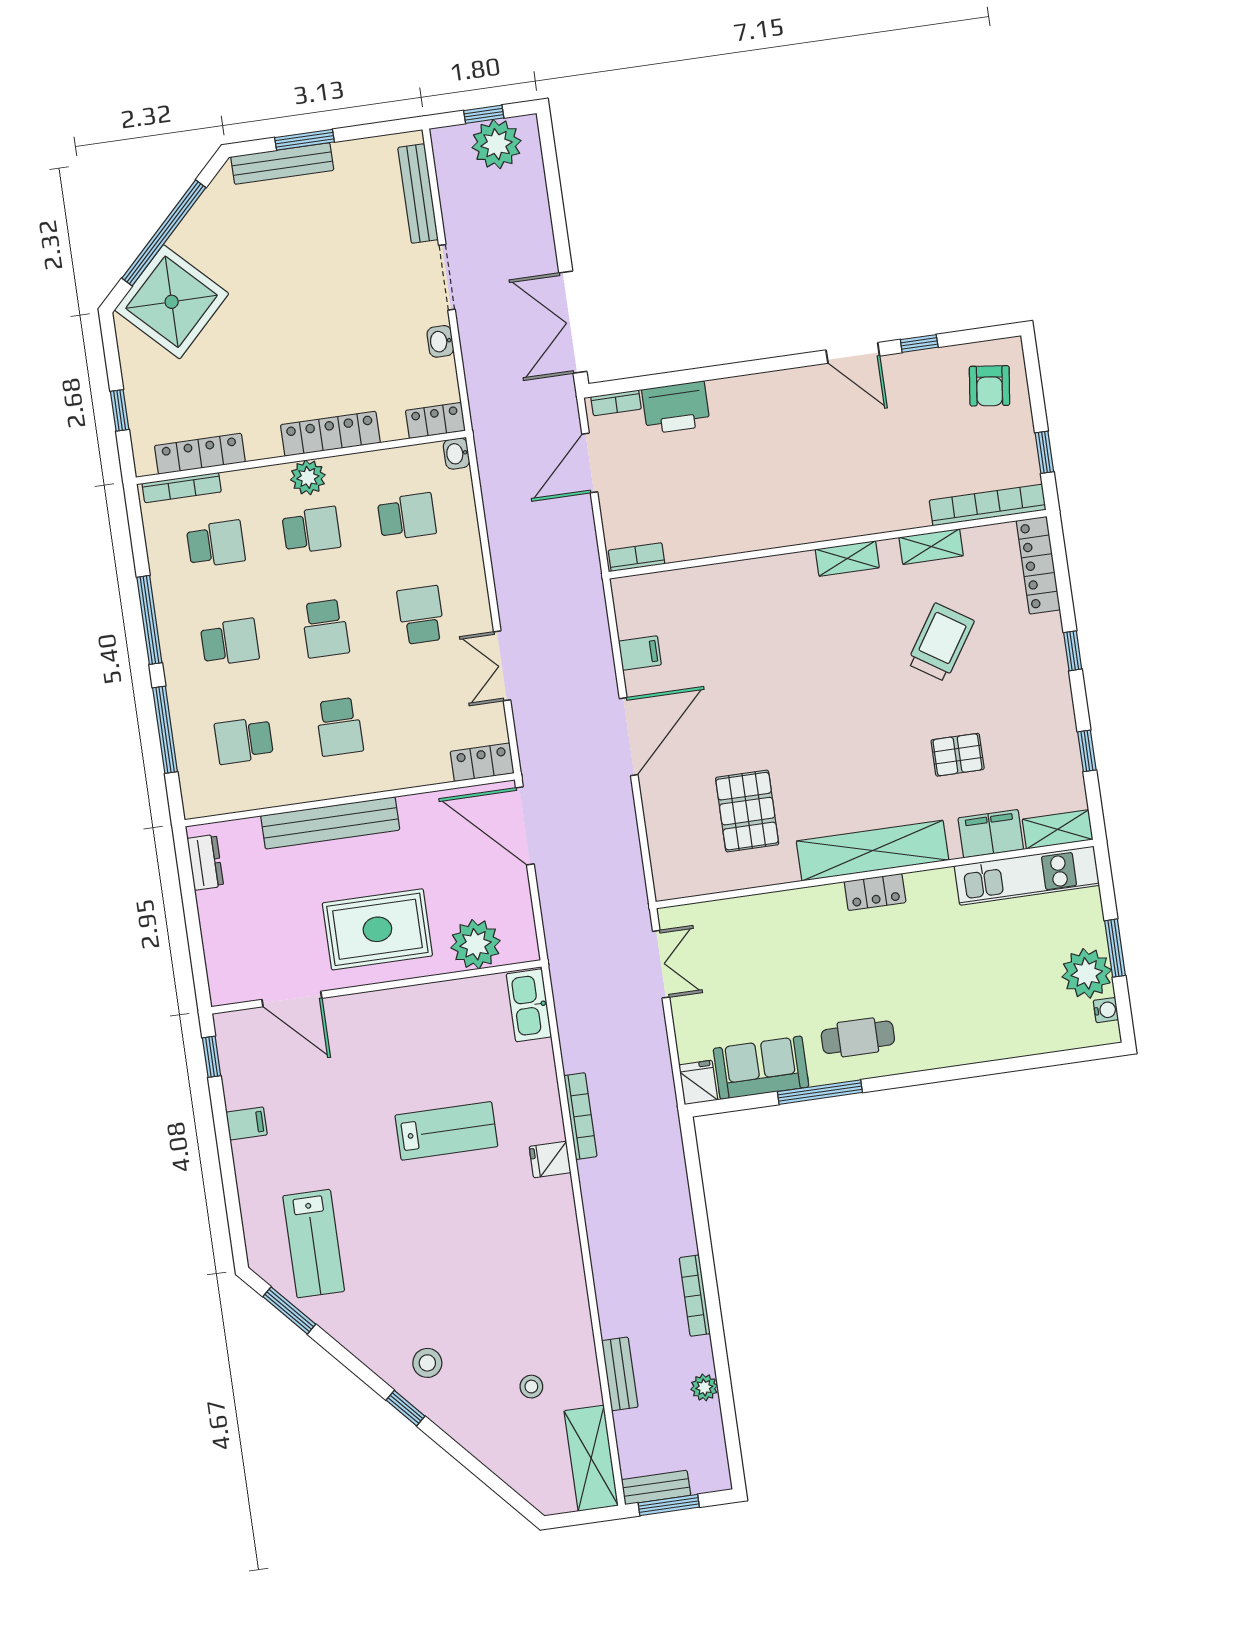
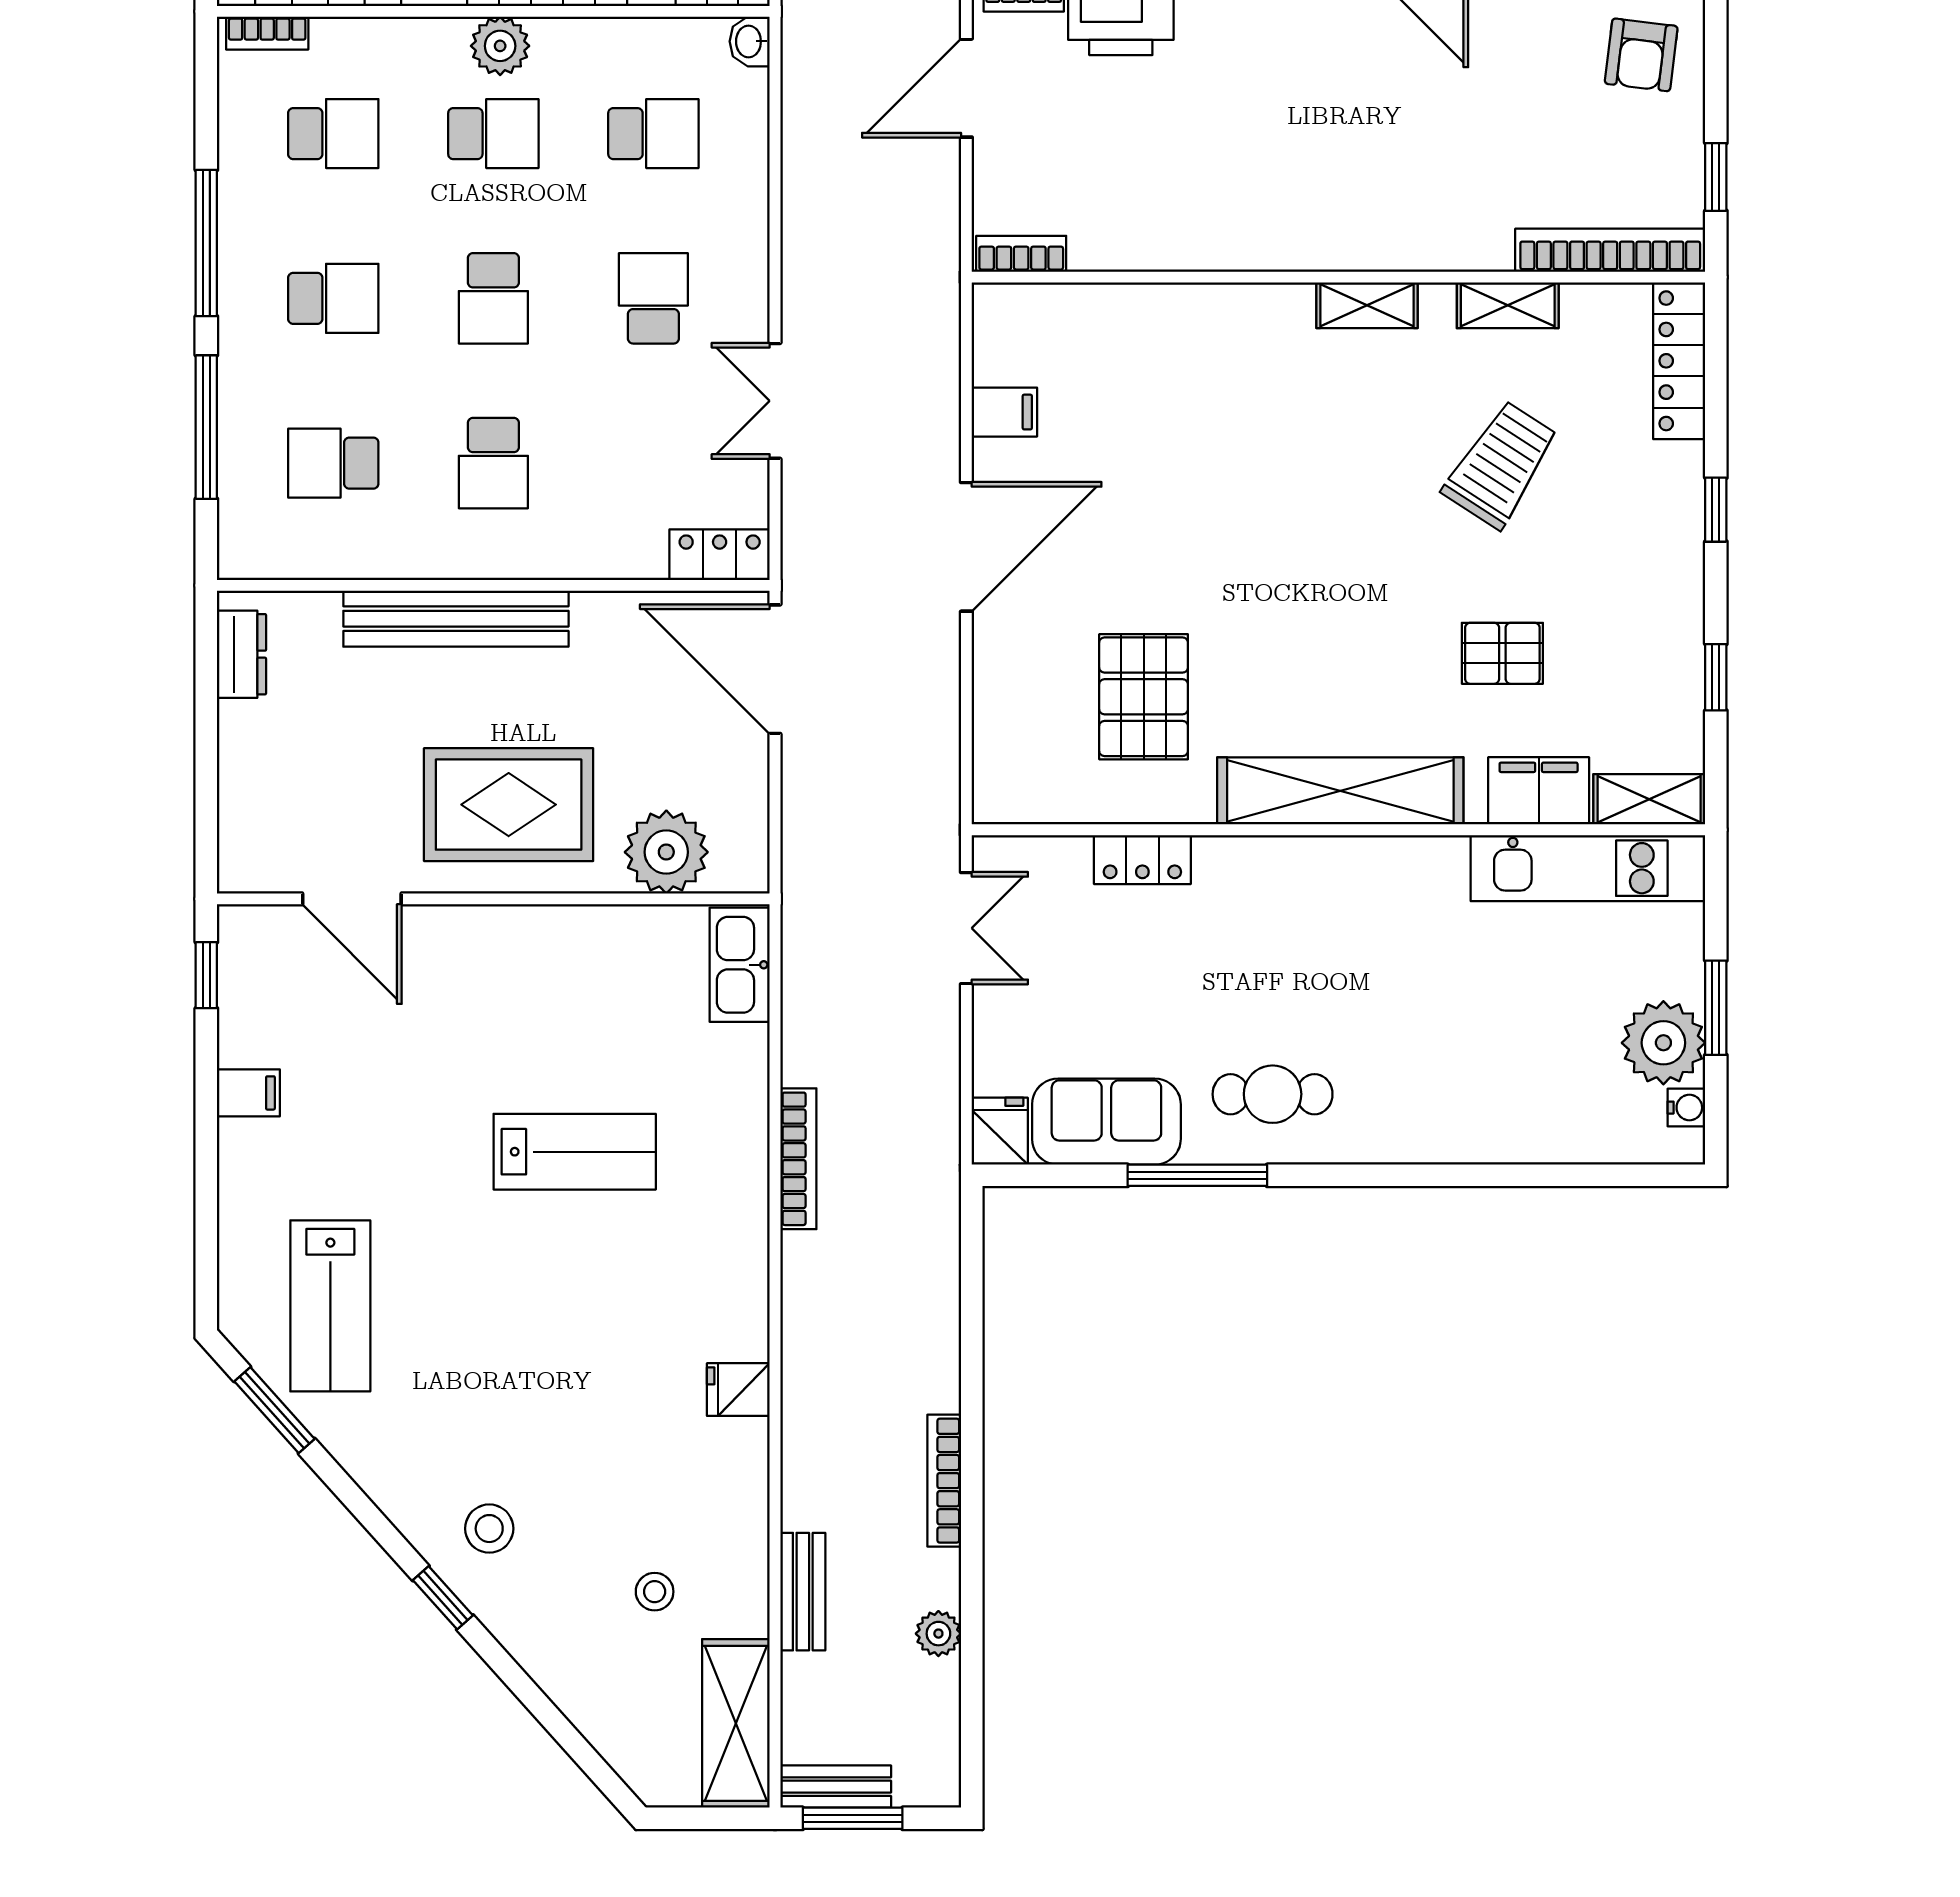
bookcase: (182, 488) -> (267, 33), width x0.64
locker: (875, 892) -> (1142, 860), moved
fridge: (550, 1160) -> (738, 1390), moved

